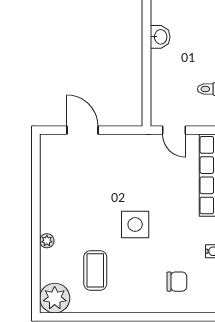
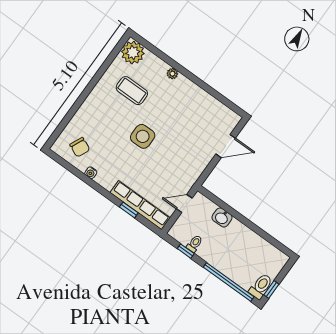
washbasin: (160, 37) -> (222, 217), moved
chair: (177, 282) -> (80, 147), moved, turned -66

